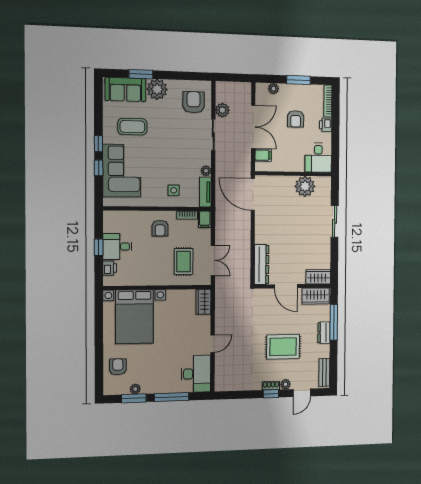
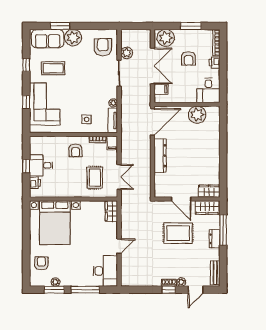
plant: (274, 89) -> (166, 38), width x1.88, depth x1.88
window: (98, 144) -> (26, 65), moved
door: (253, 194) -> (152, 122), swing flipped
sliding door: (335, 221) -> (223, 144), removed
dresser: (262, 265) -> (160, 156), moved
rug: (283, 347) -> (178, 233), moved

